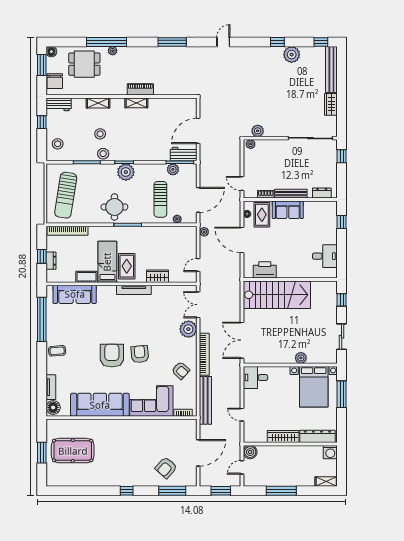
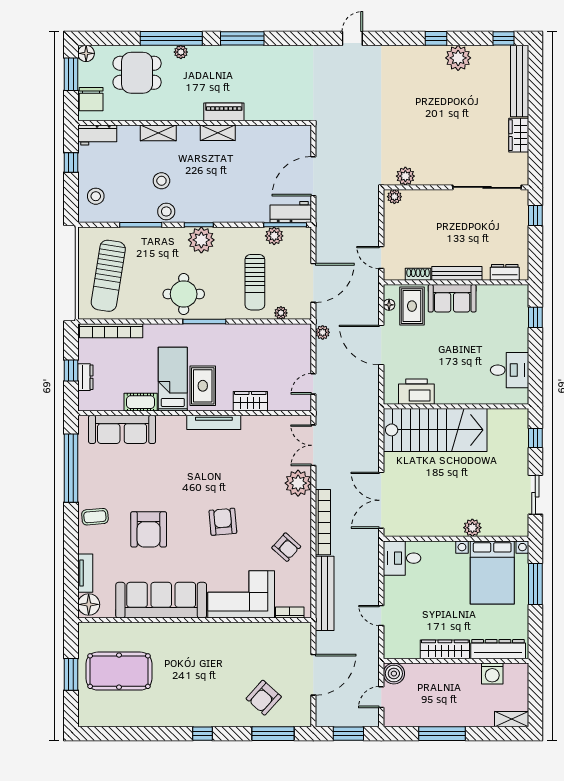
window: (172, 42) -> (242, 38), moved
armchair: (112, 356) -> (149, 529), moved, turned 180
washing machine: (330, 452) -> (492, 674), moved

